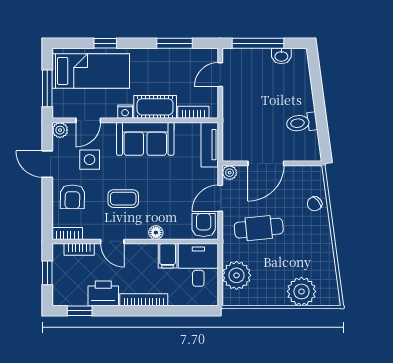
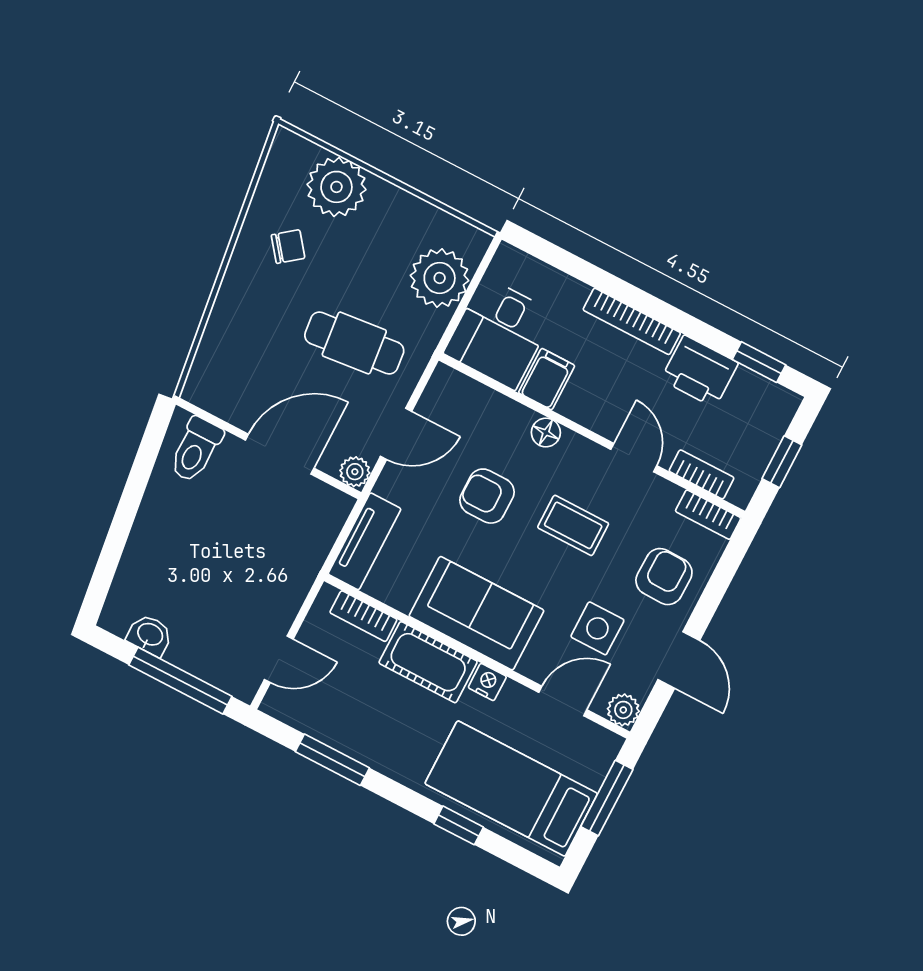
toilet: (302, 123) -> (196, 450), moved, turned 98
chair: (315, 204) -> (288, 247), moved
armchair: (204, 225) -> (487, 496), moved, turned 90

